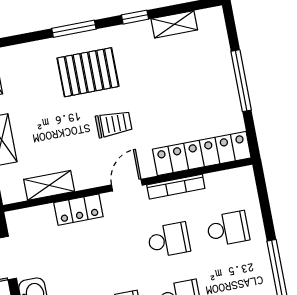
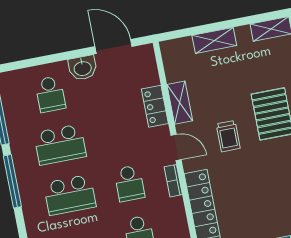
shelving: (49, 185) -> (180, 103), moved
bookcase: (176, 187) -> (173, 181), width x0.64

